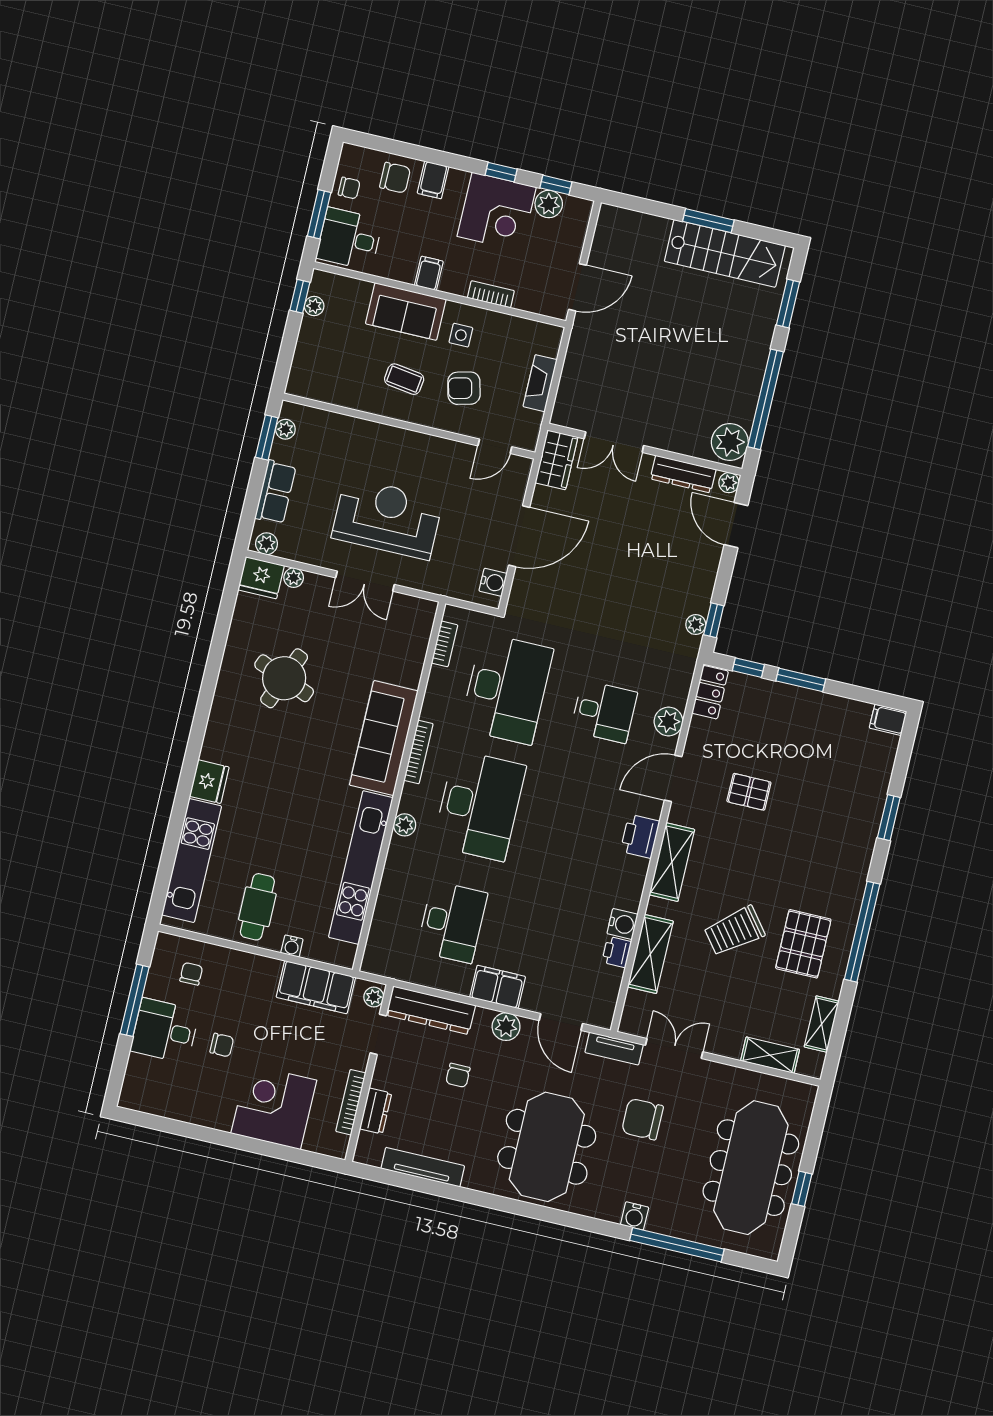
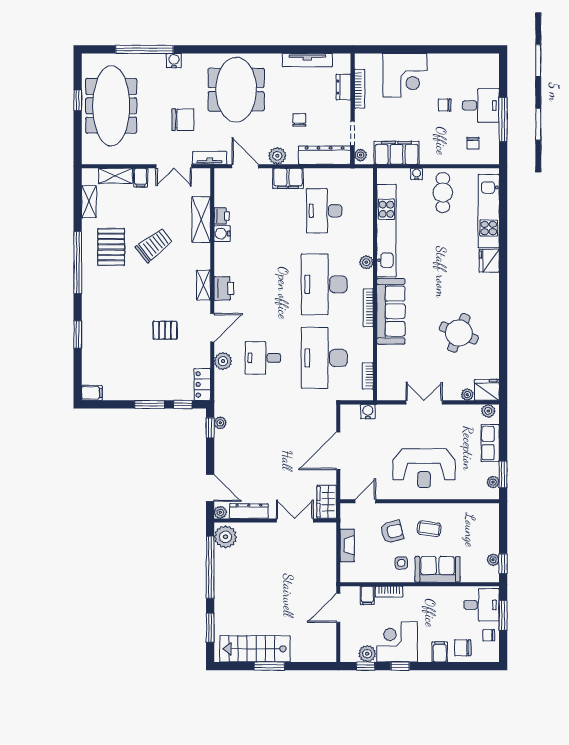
filing cabinet: (429, 273) -> (367, 595), moved
reception desk: (387, 518) -> (424, 468), moved
water cooler: (493, 582) -> (368, 412), moved, turned 90
shelving: (672, 862) -> (203, 285), width x0.67, depth x0.75
filing cabinet: (731, 1043) -> (141, 178), added

